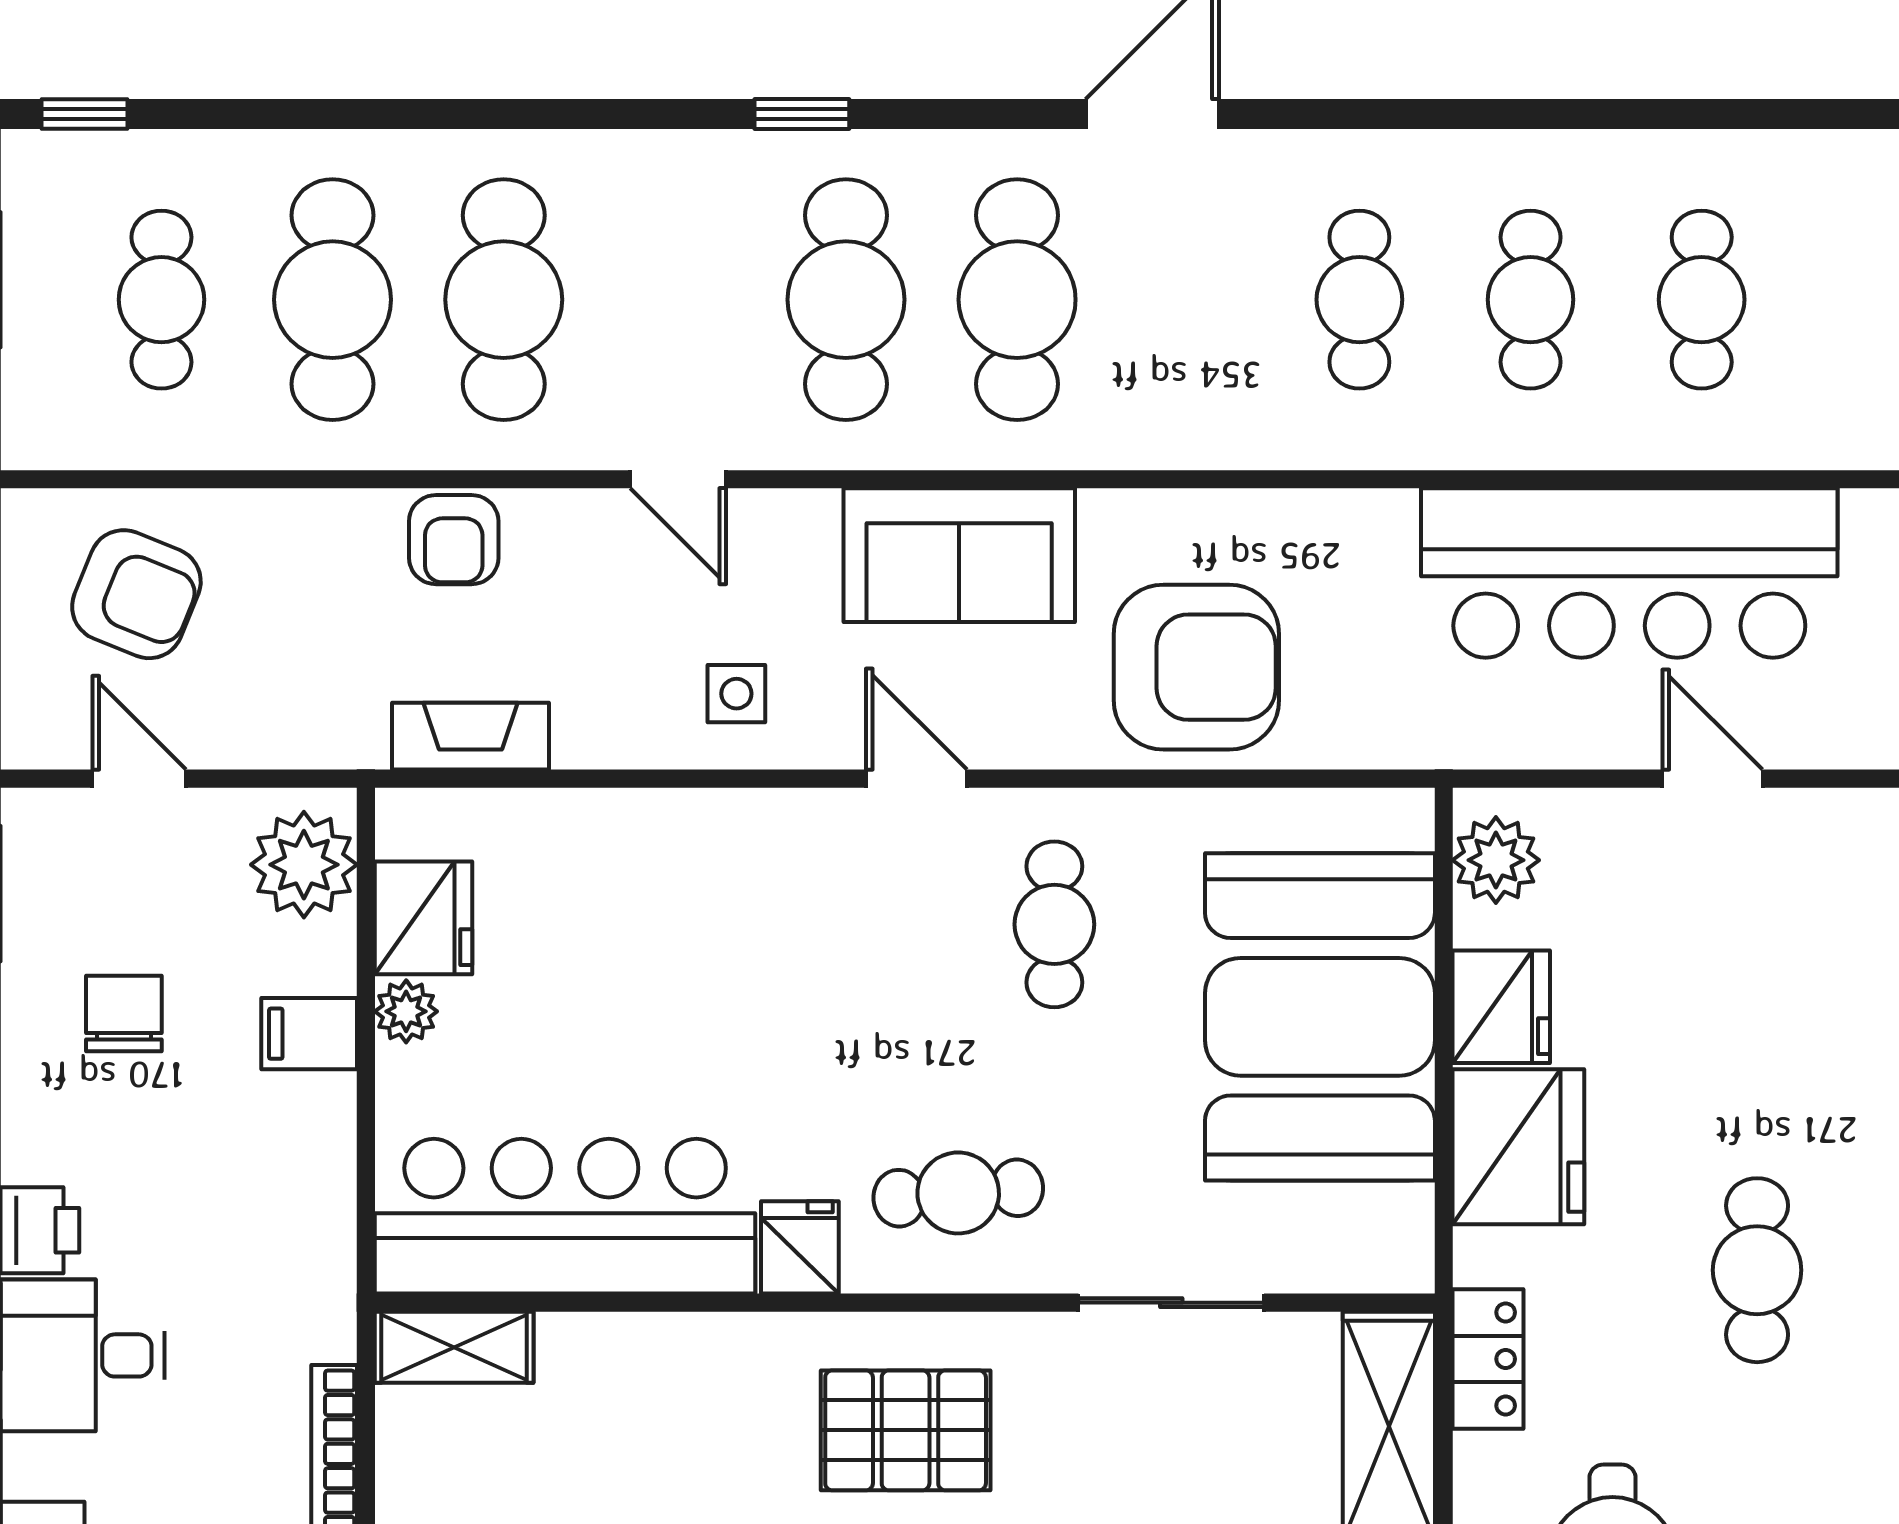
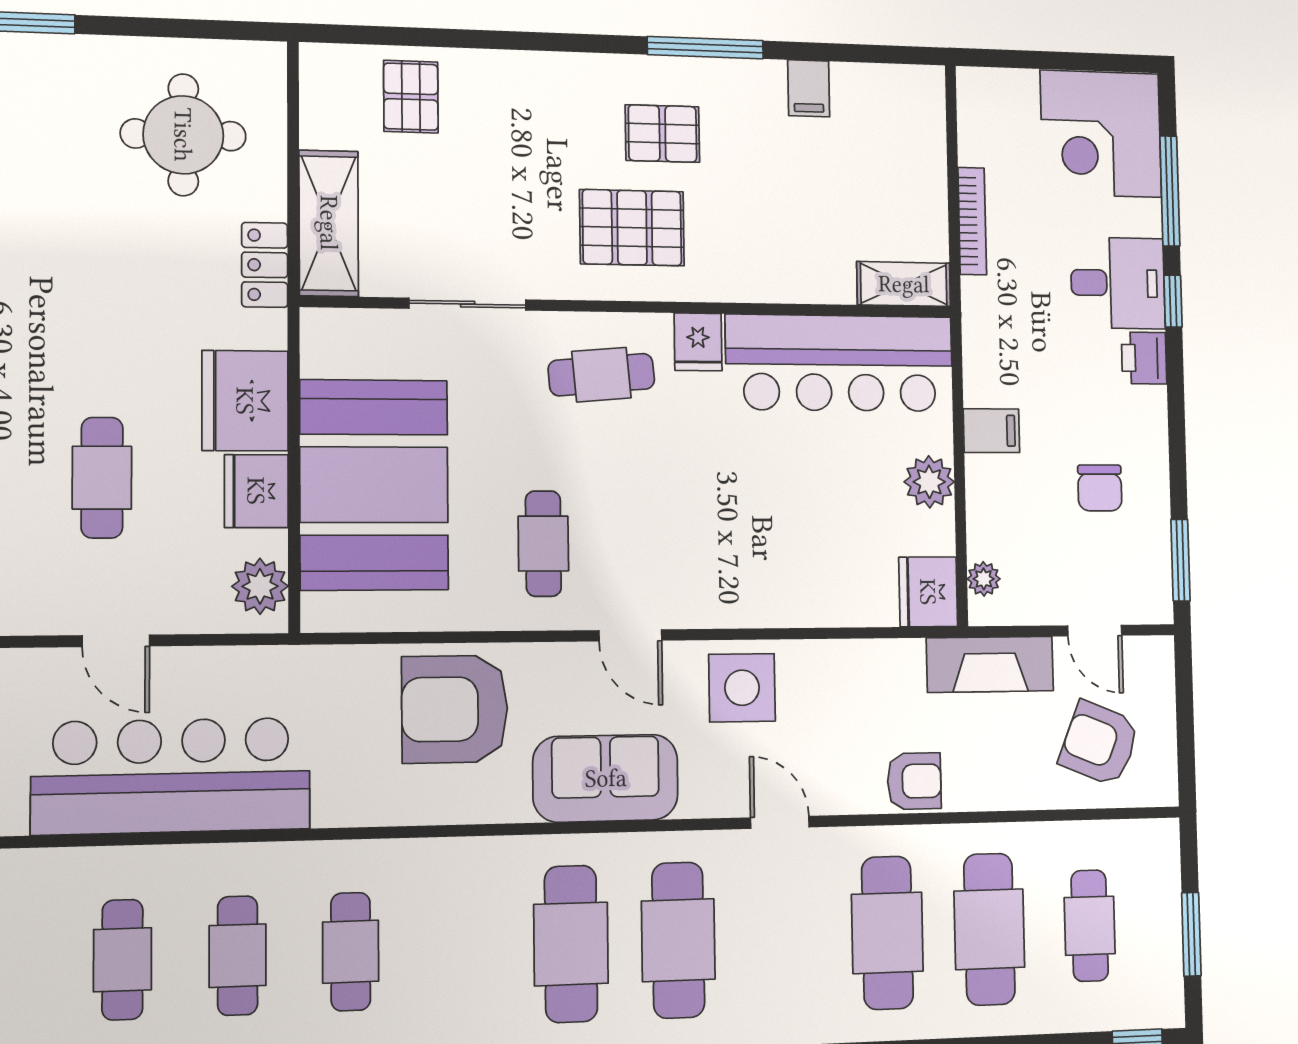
armchair: (454, 540) -> (914, 781), turned 90
side table: (736, 694) -> (742, 688), width x1.87, depth x1.87
fireplace: (470, 736) -> (990, 664), moved, width x1.37, depth x1.32
plant: (304, 865) -> (984, 579), width x0.53, depth x0.53
fridge: (423, 918) -> (928, 592), moved
plant: (406, 1011) -> (929, 482), width x1.38, depth x1.38
filing cabinet: (309, 1034) -> (992, 431), moved
cafe table: (1757, 1270) -> (102, 478), moved

